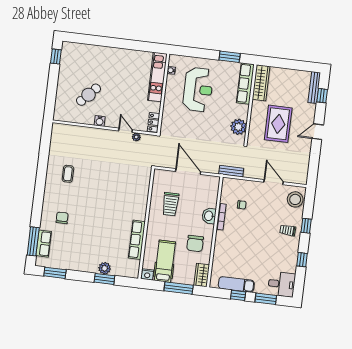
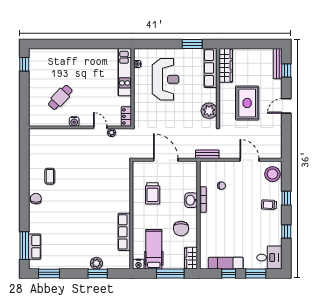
chair: (62, 218) -> (36, 199), moved

